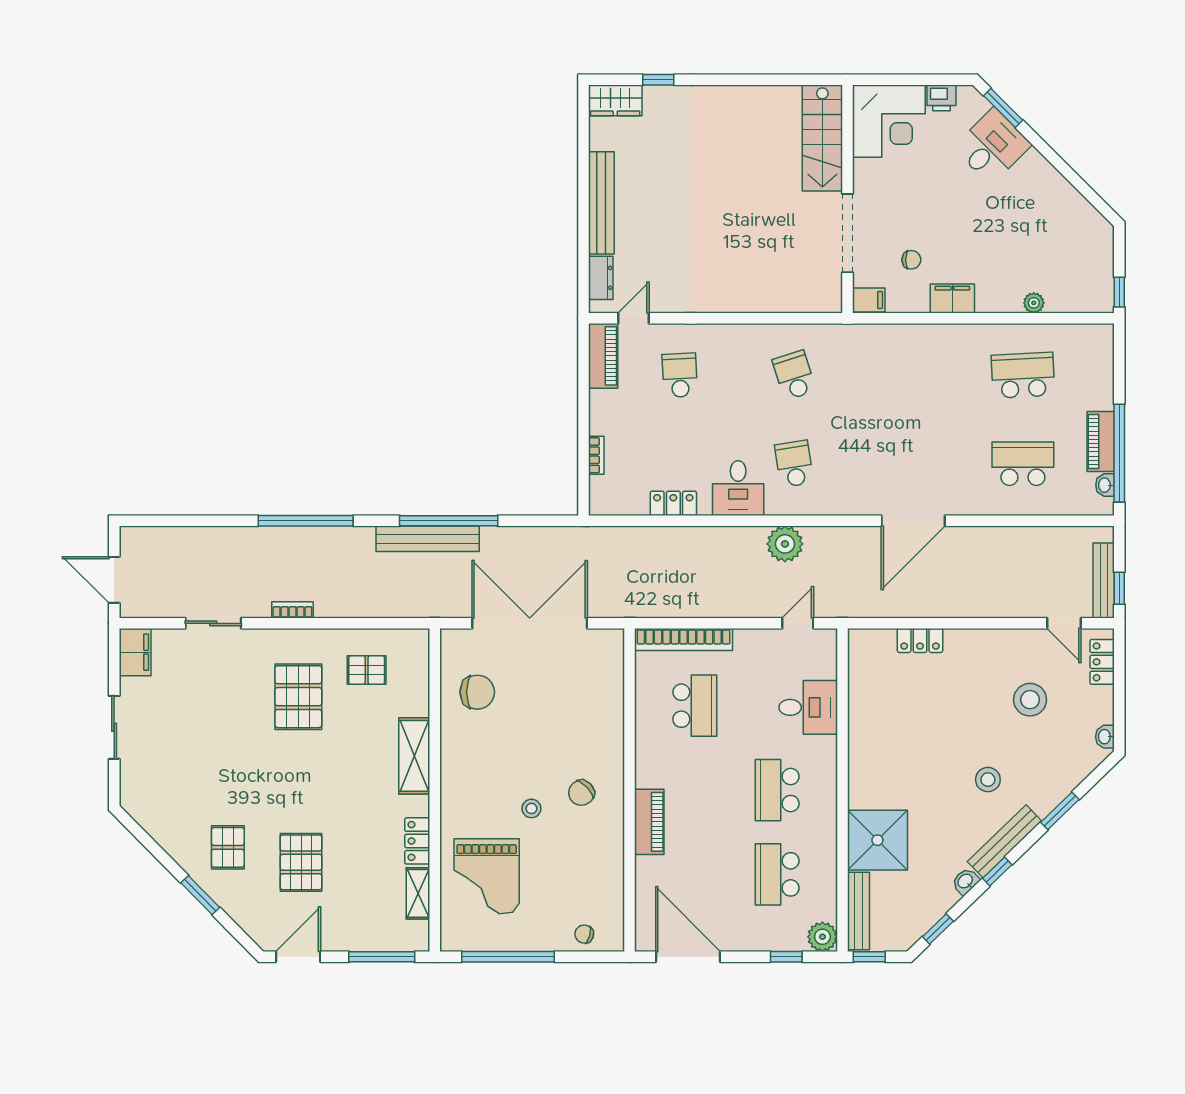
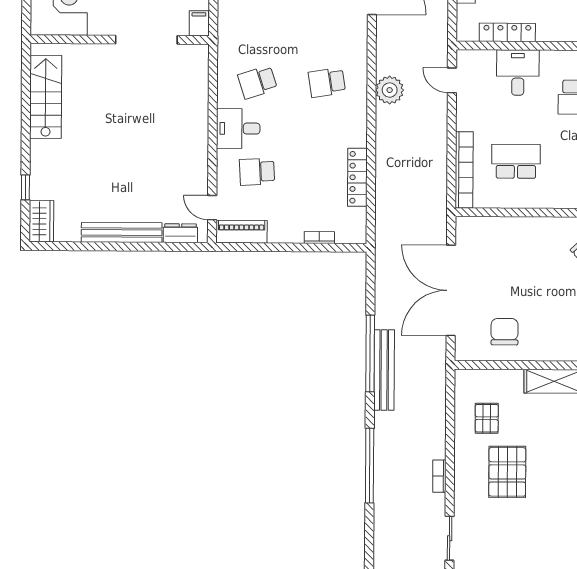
stairs: (822, 138) -> (46, 97), moved, turned -90
desk: (738, 488) -> (238, 129), moved, turned 180
locker: (673, 503) -> (357, 177), width x1.53
locker: (859, 694) -> (507, 32), added
pallet: (298, 697) -> (507, 472), turned 90

